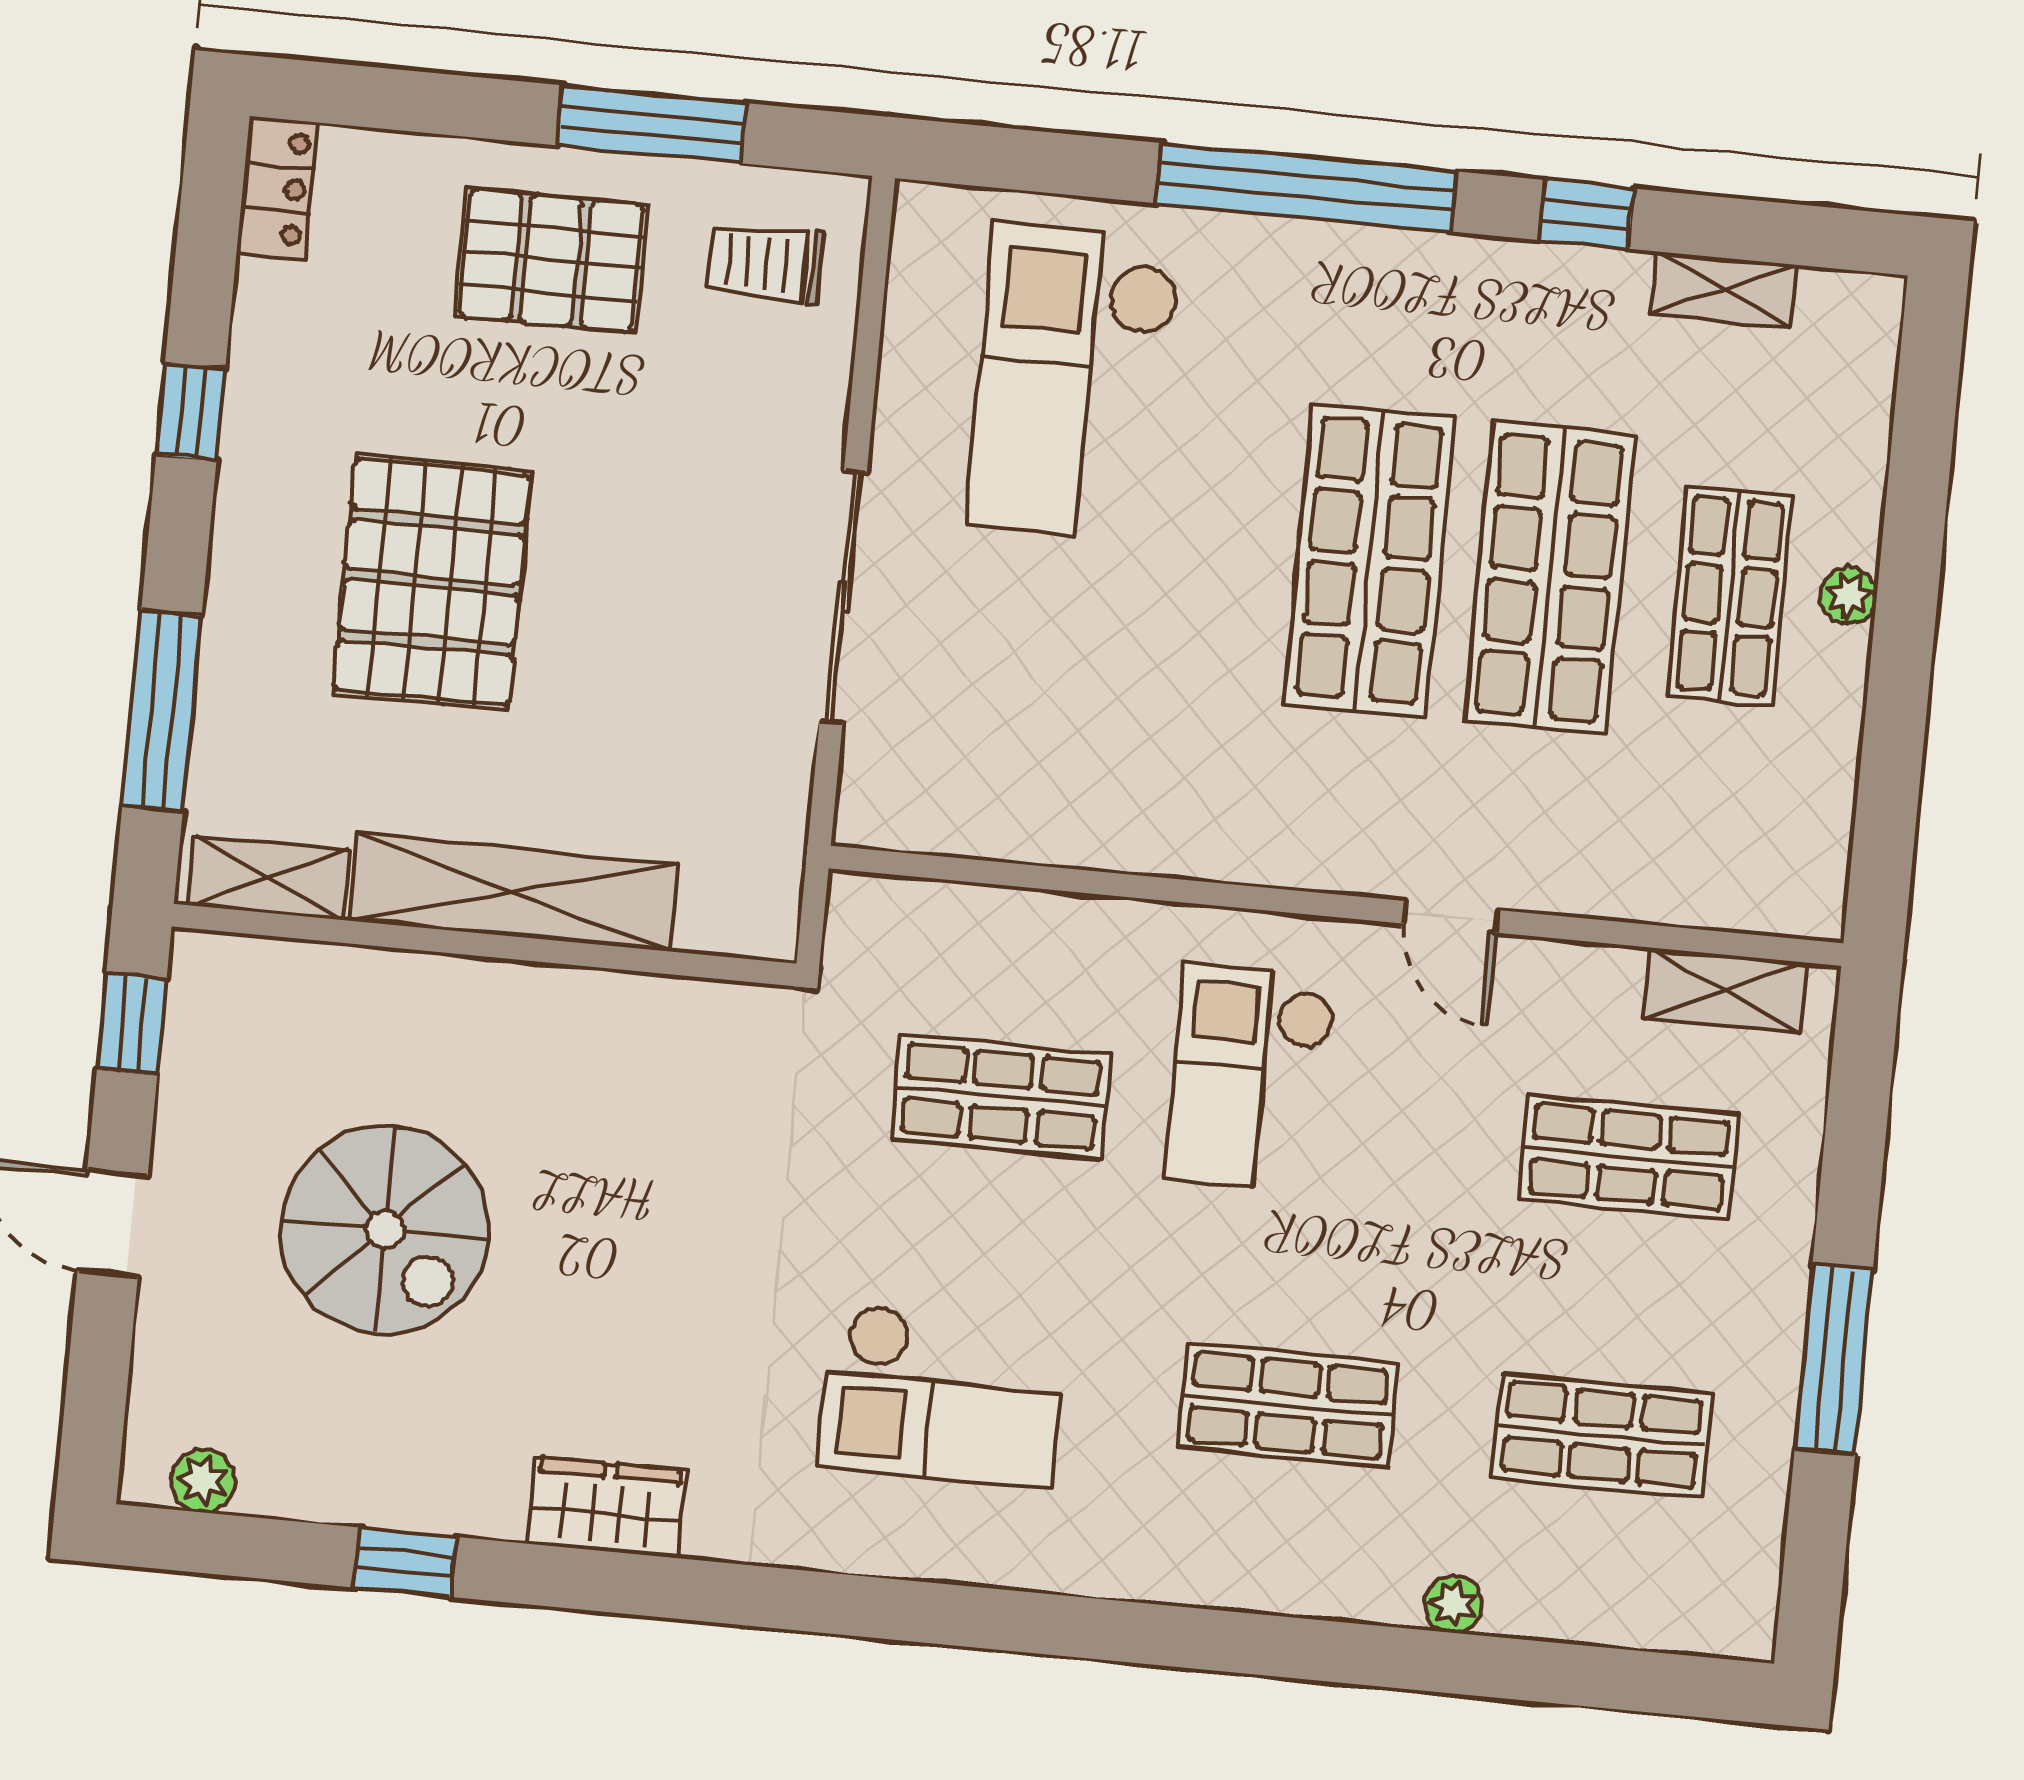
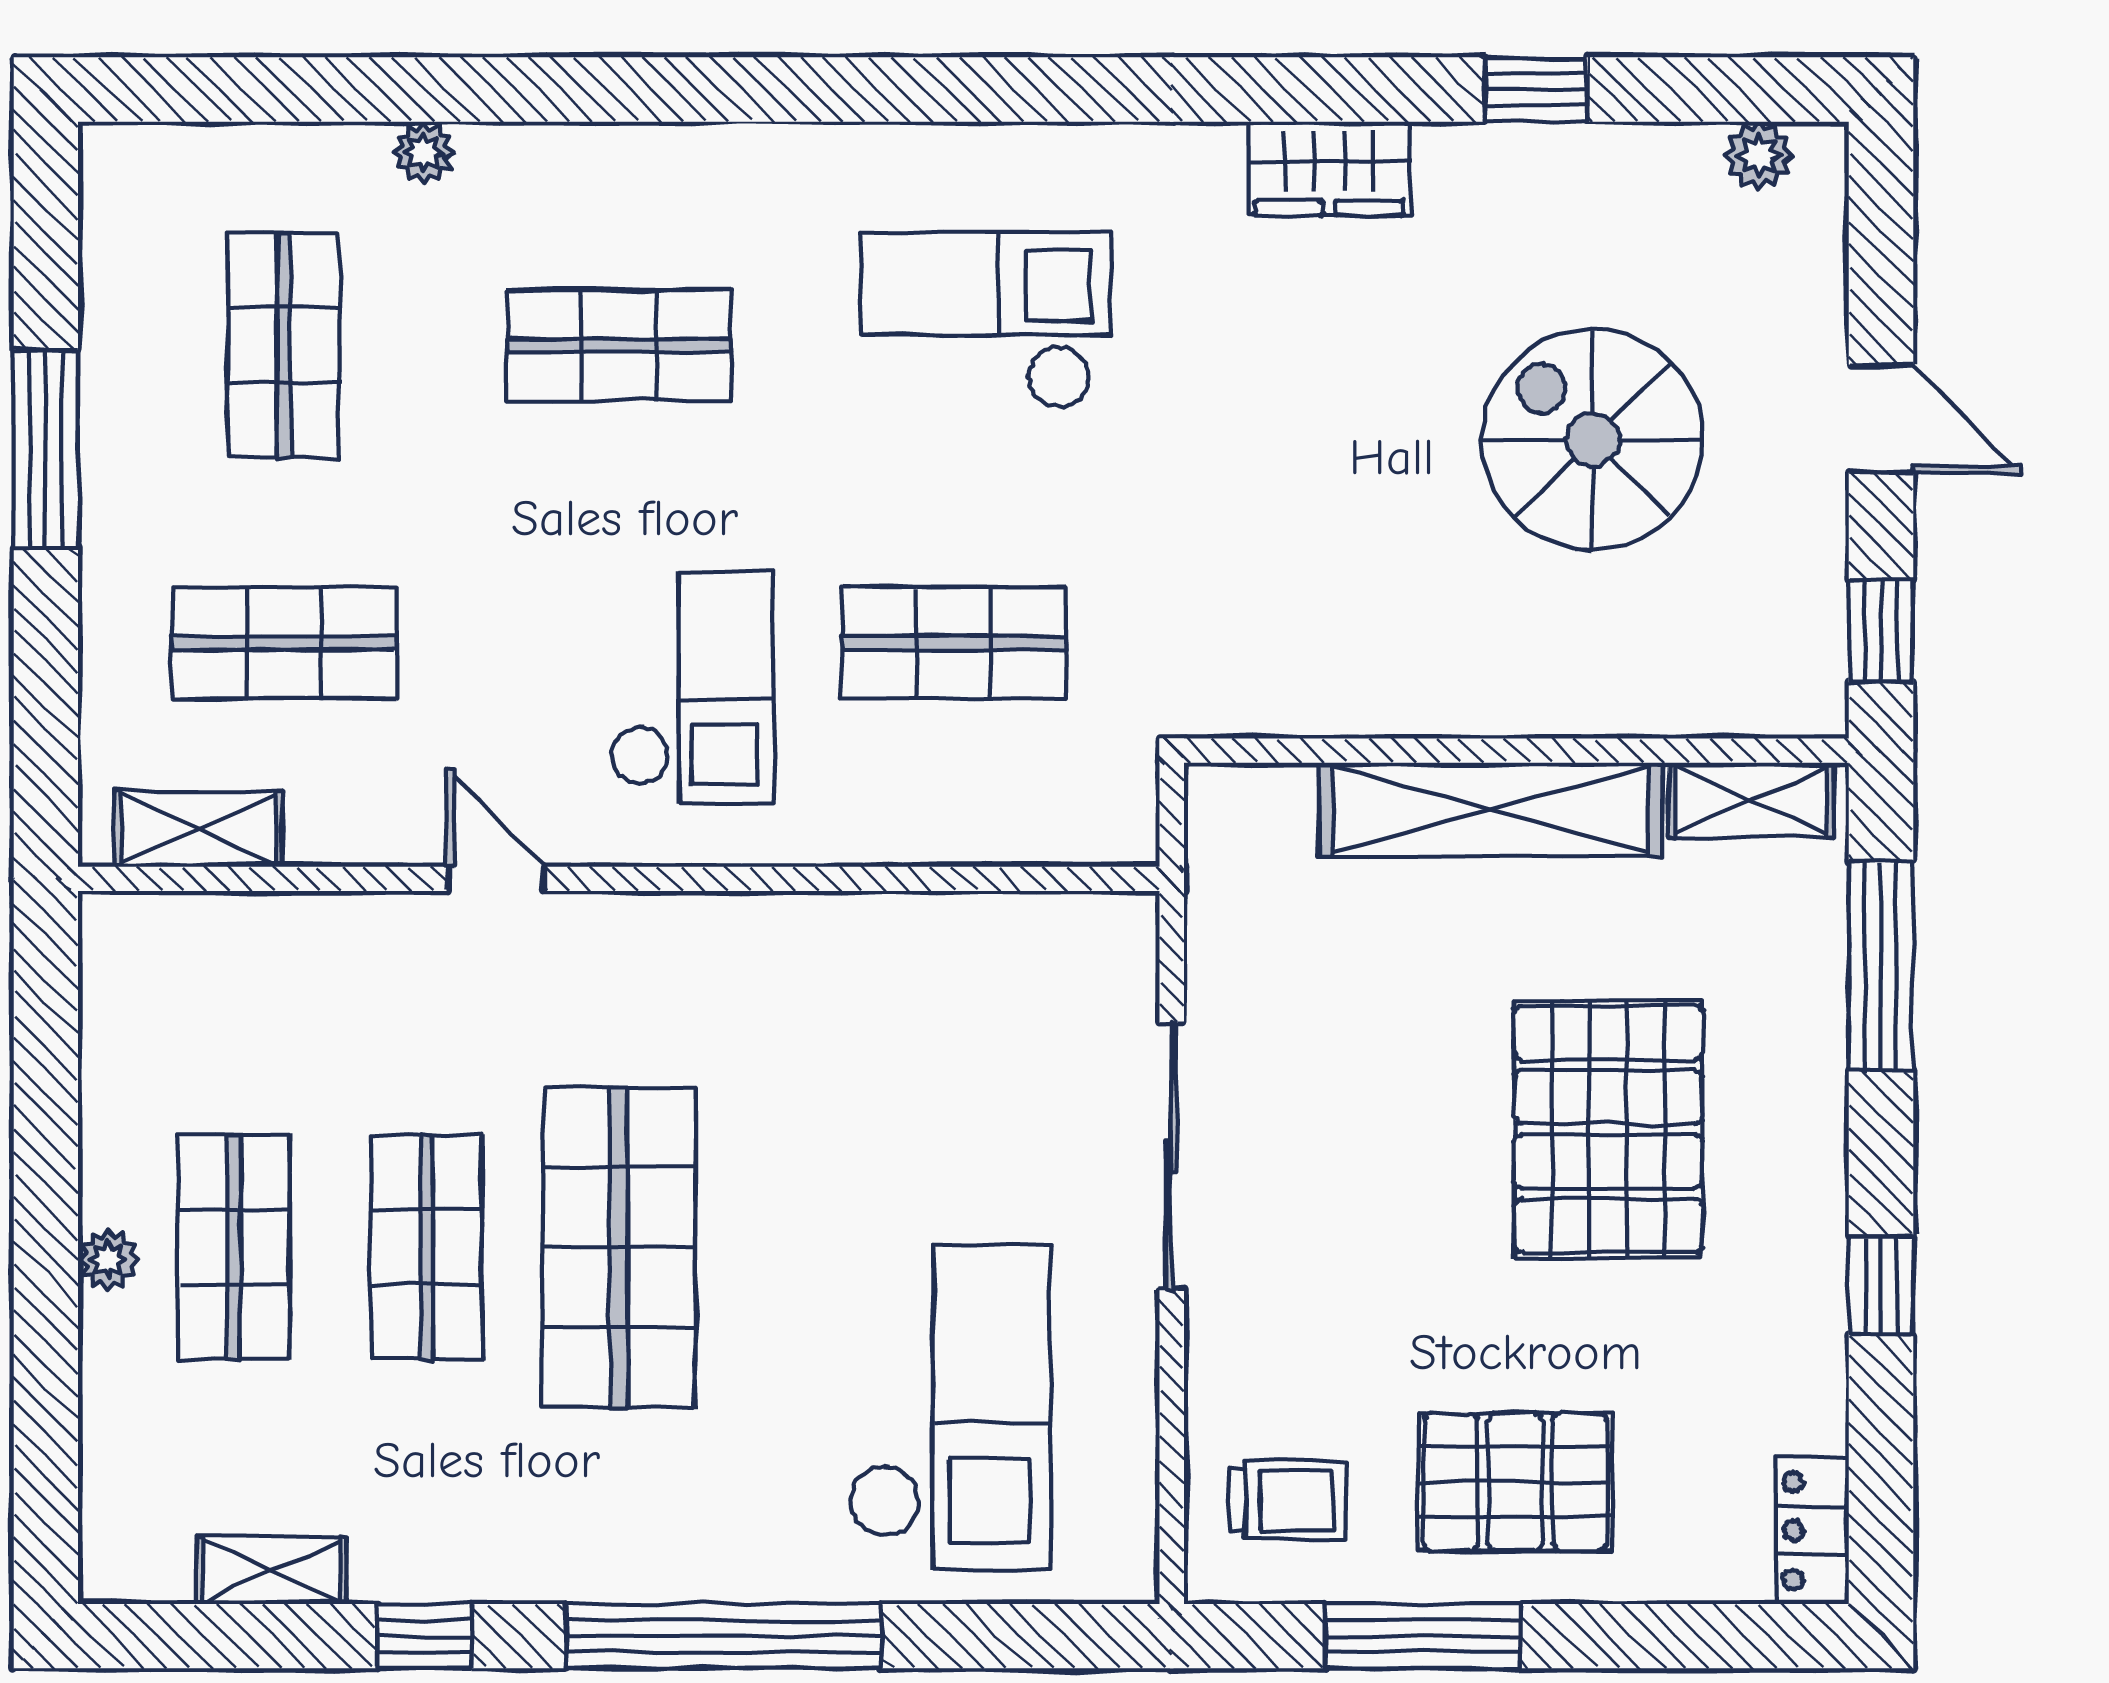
shop shelf: (1550, 578) -> (426, 1247), width x0.70, depth x0.74
shop shelf: (1602, 1436) -> (284, 345), turned 90

